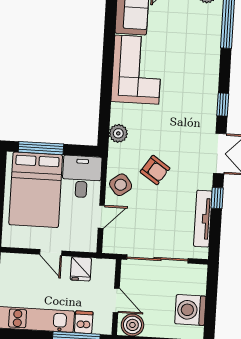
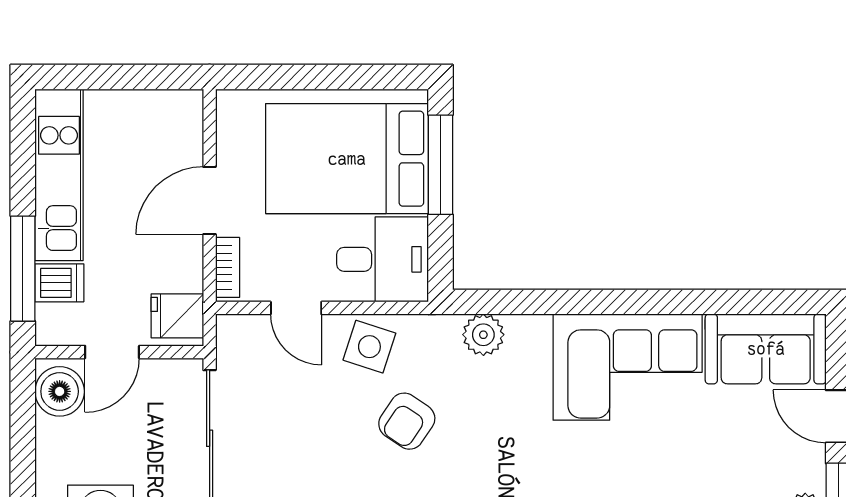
side table: (121, 185) -> (369, 347), turned -35
bookcase: (81, 246) -> (228, 267), added
door: (51, 253) -> (210, 200), width x1.38
fridge: (81, 269) -> (177, 316), moved

